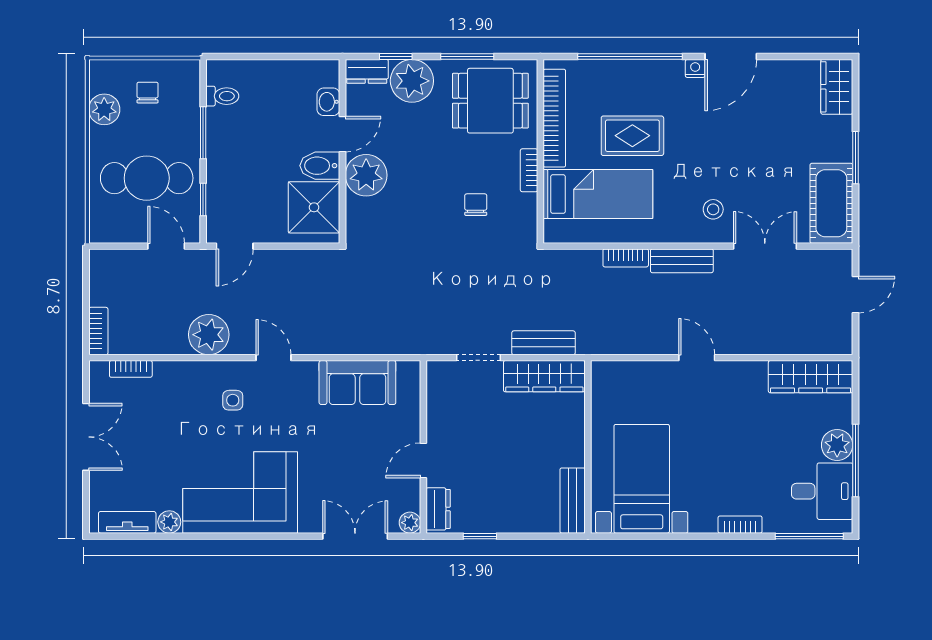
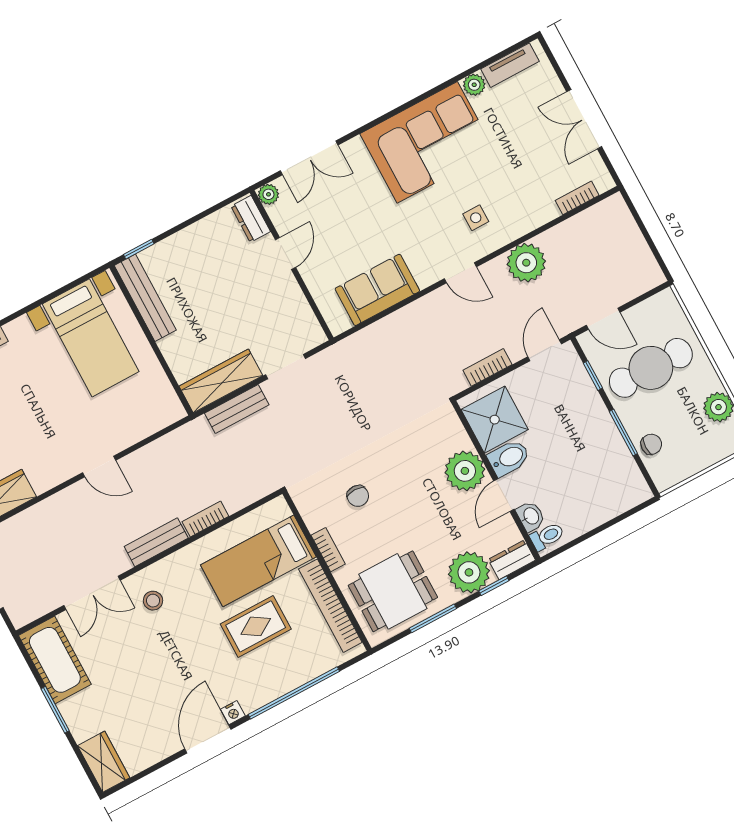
chair: (148, 93) -> (651, 444), moved, turned -90
toilet: (222, 96) -> (547, 536), moved, turned 180
bookcase: (98, 331) -> (487, 367), moved, turned 90
bench: (573, 501) -> (145, 298), width x1.36
window: (480, 536) -> (139, 249), moved

